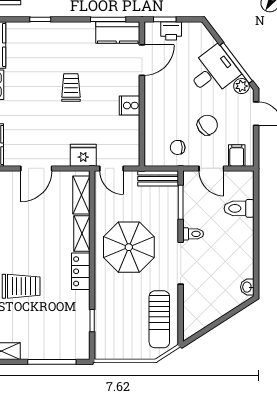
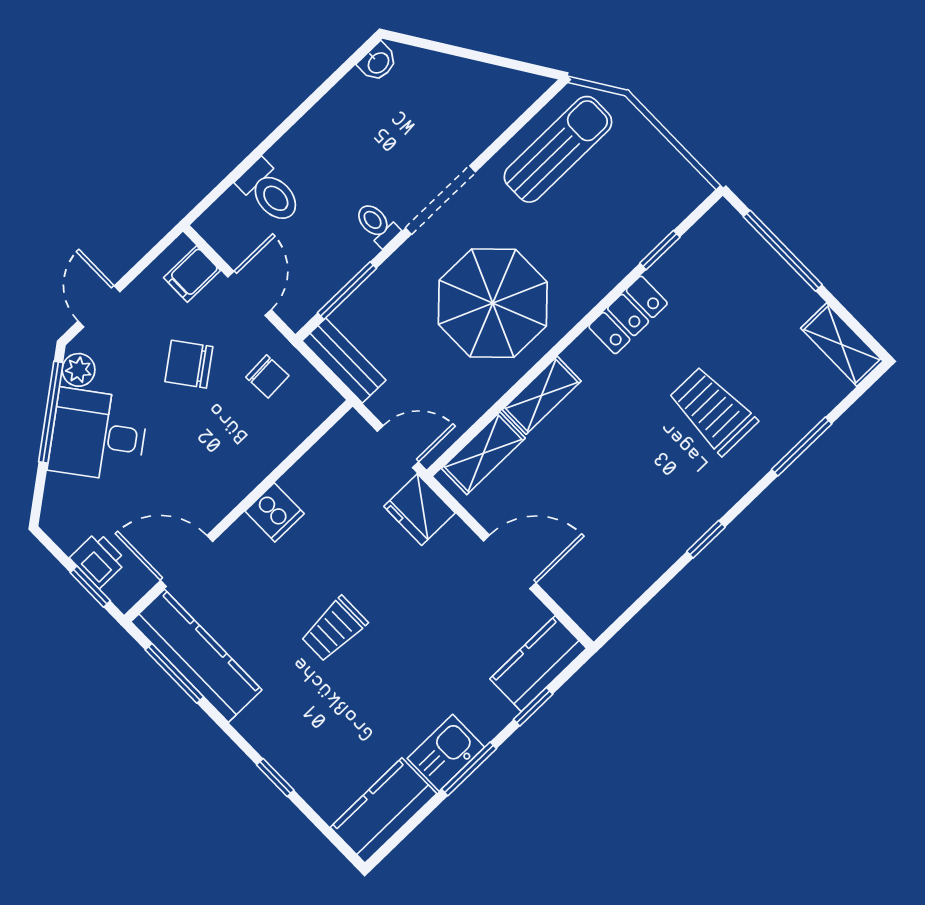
kitchen counter: (118, 32) -> (196, 656), width x1.50
door: (111, 168) -> (398, 447), hinge flipped
locker: (81, 271) -> (628, 315), moved

